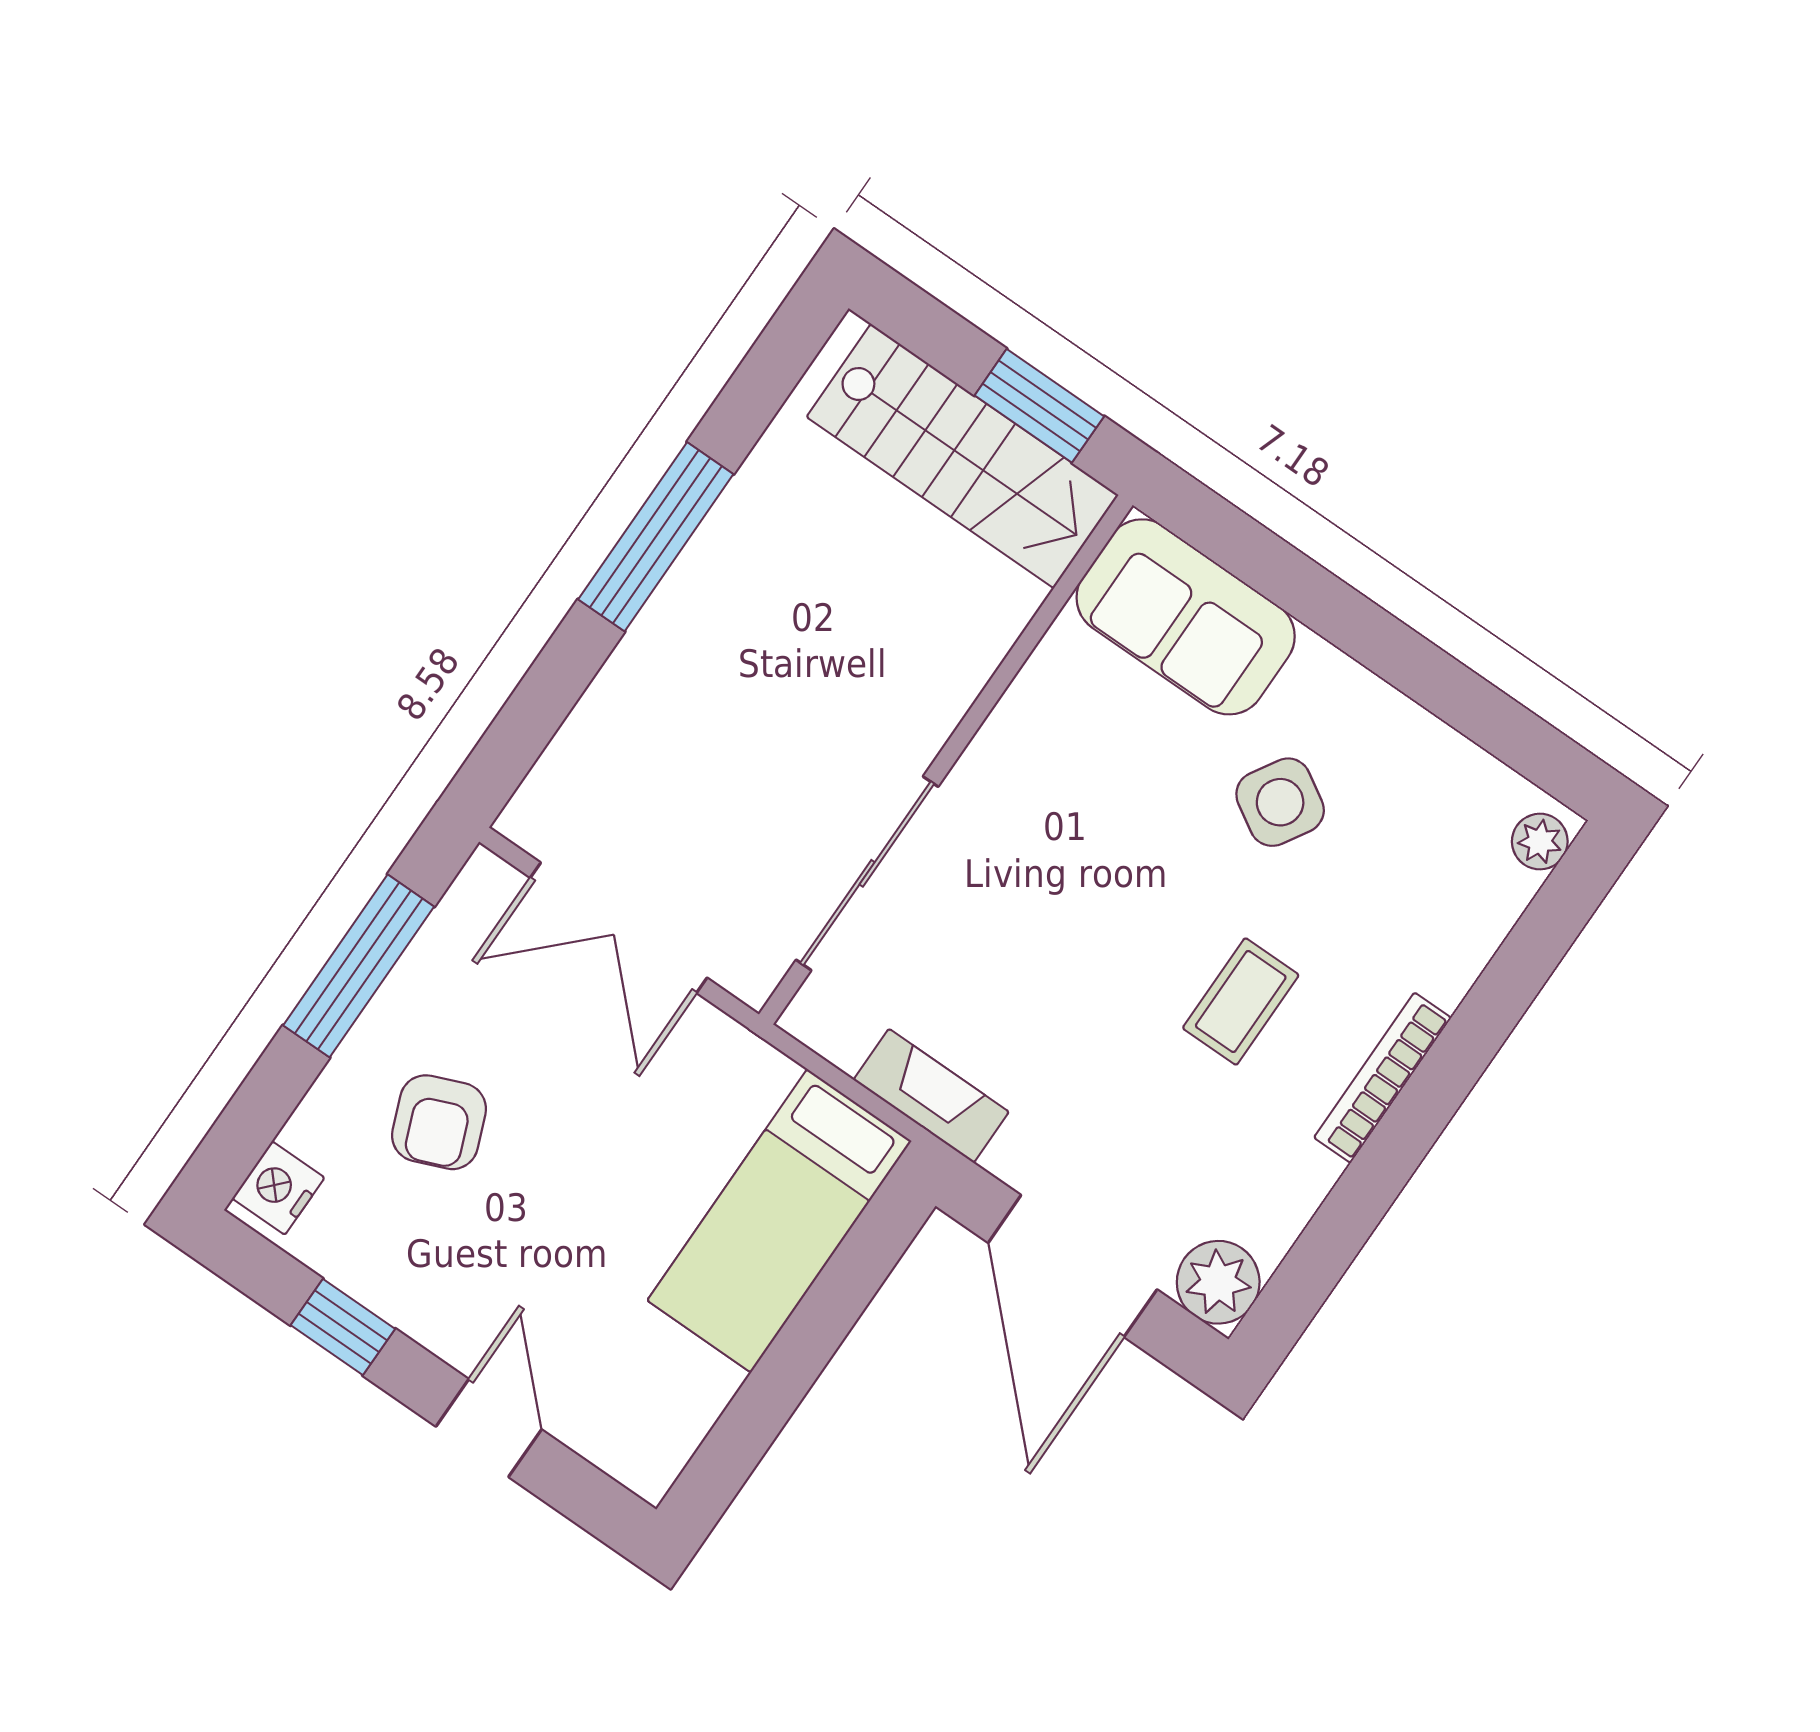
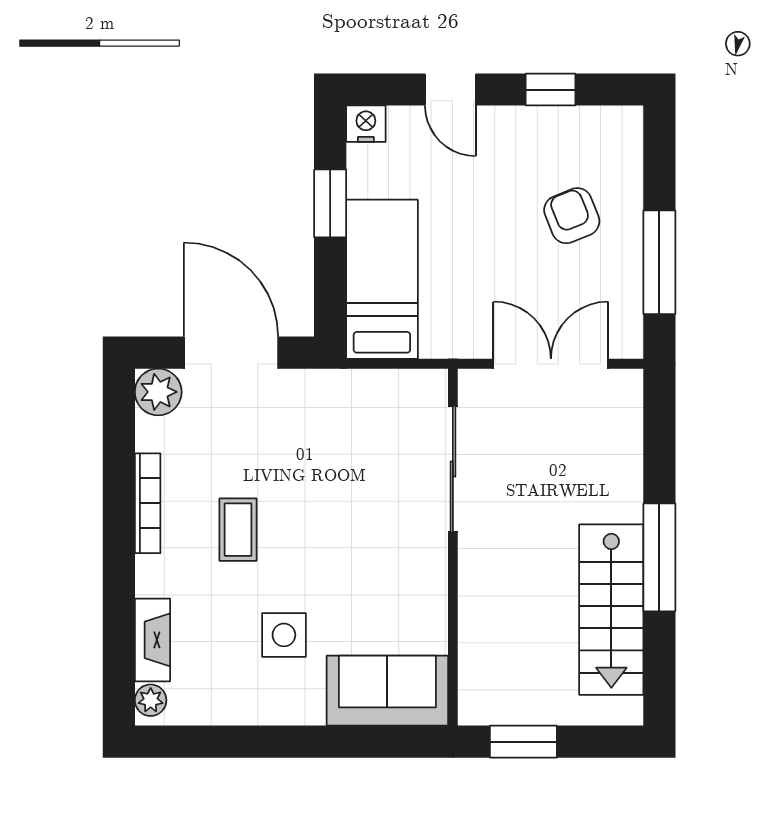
stairs: (962, 456) -> (611, 610), moved, turned -90
side table: (1280, 802) -> (284, 635), turned -31
bookcase: (1383, 1078) -> (148, 503), moved
fireplace: (931, 1096) -> (152, 640), moved, turned -90
nightstand: (278, 1188) -> (366, 124), moved, turned -90
window: (778, 1383) -> (330, 203), added

